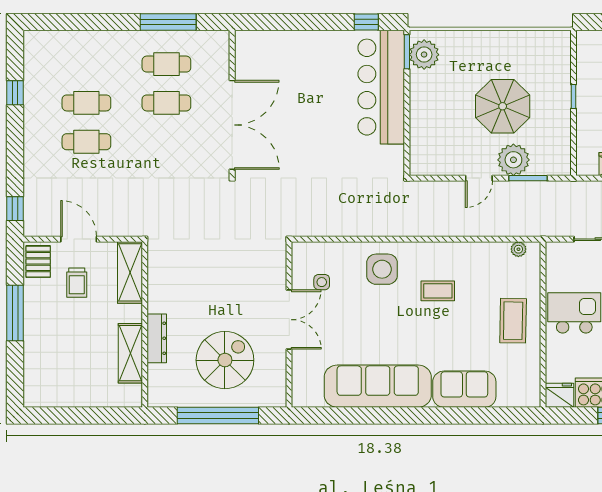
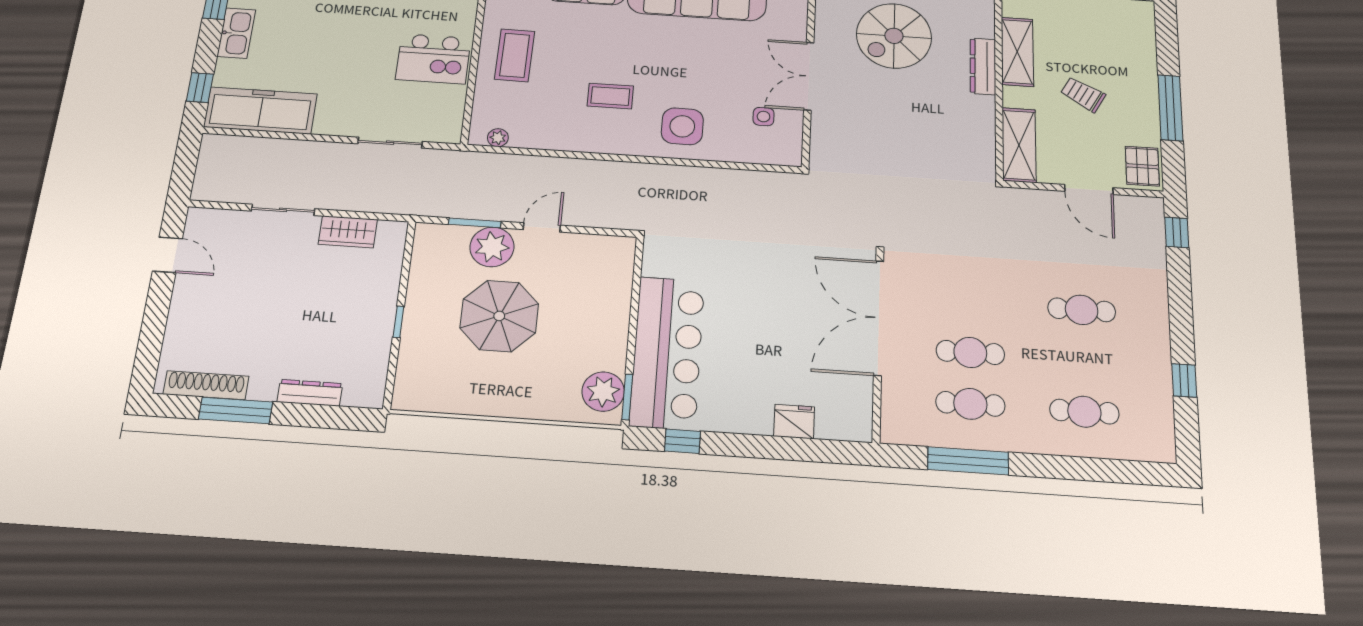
fridge: (289, 42) -> (794, 422), added
cafe table: (86, 103) -> (1084, 412), moved
trolley: (77, 283) -> (1083, 94), moved, turned -61

